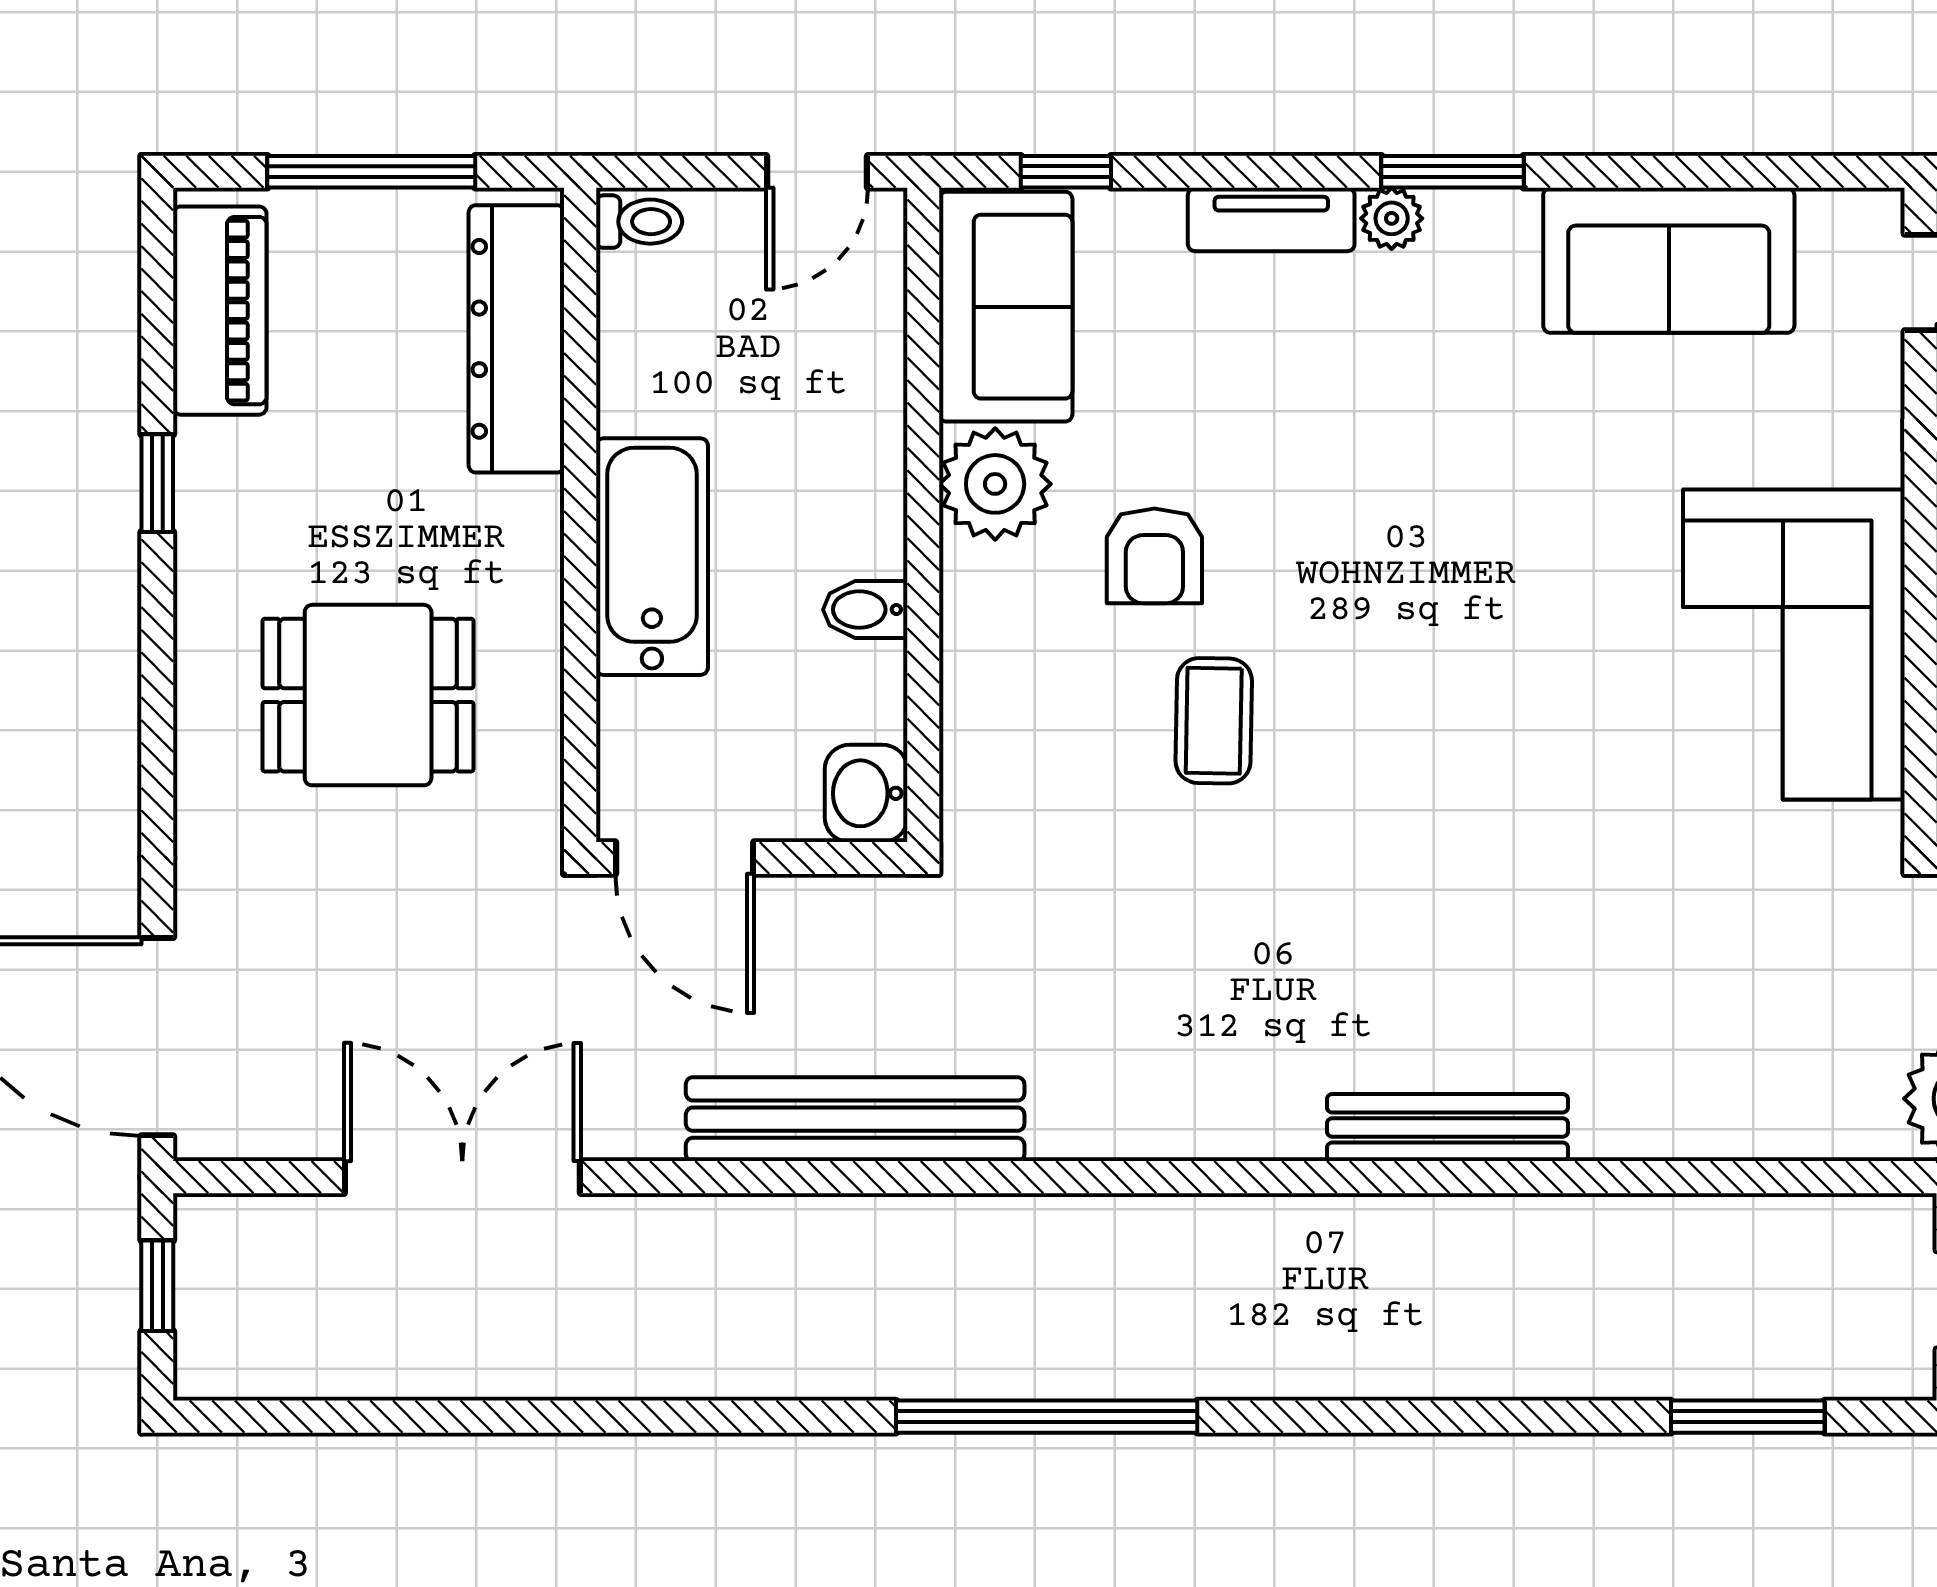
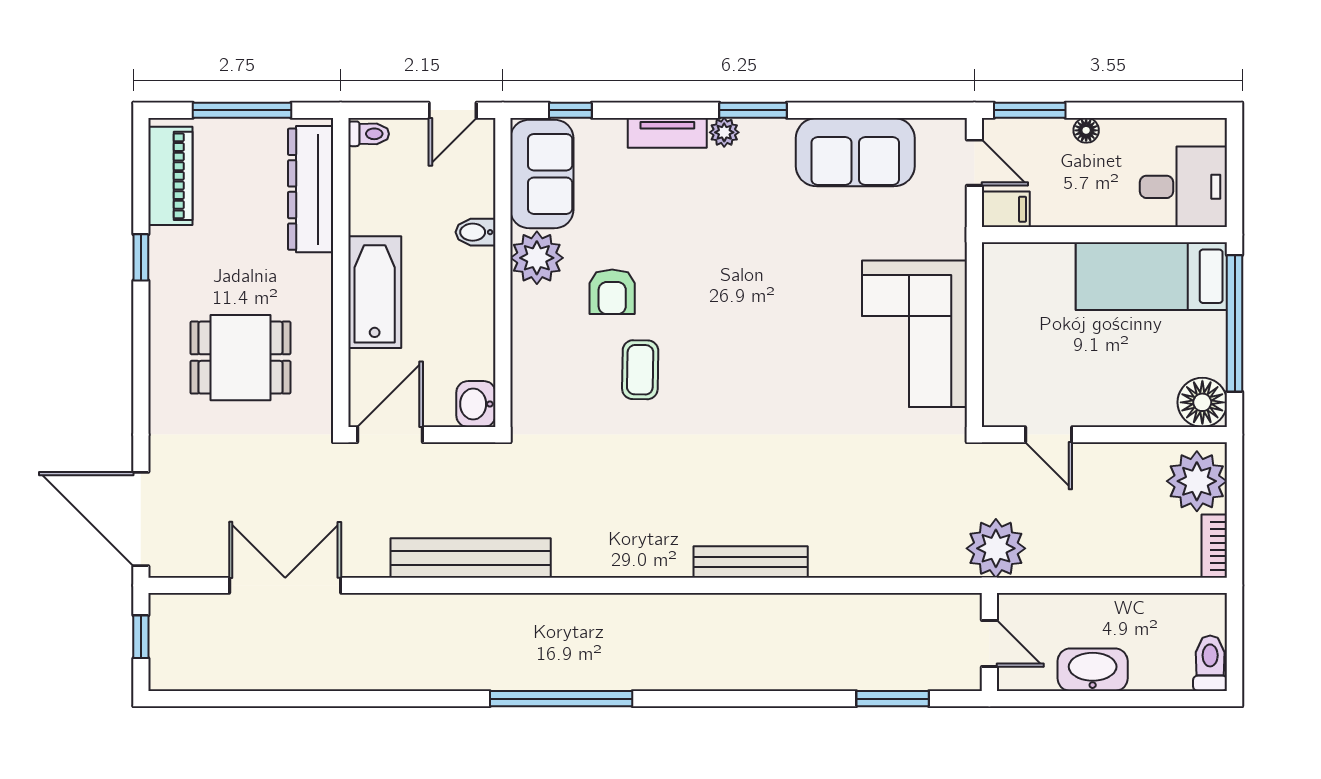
bidet: (865, 610) -> (475, 232), moved
door: (685, 858) -> (390, 435), swing flipped

